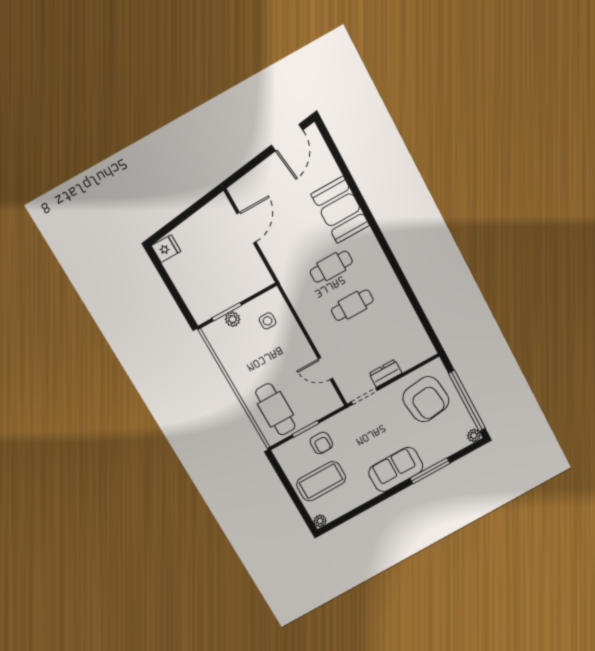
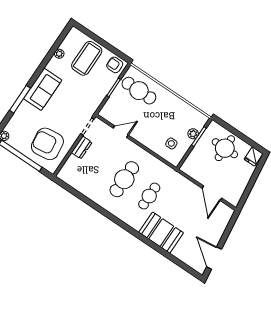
round table: (200, 279) -> (225, 148), added
cafe table: (352, 305) -> (124, 179), width x1.37, depth x1.35
armchair: (321, 443) -> (115, 65), moved
plant: (320, 521) -> (59, 54), moved

